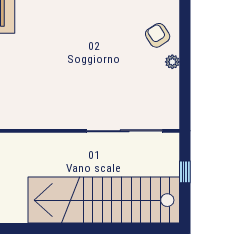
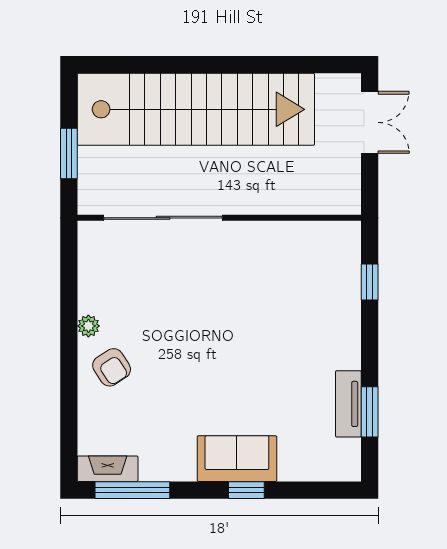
window: (185, 172) -> (69, 154), width x1.50

